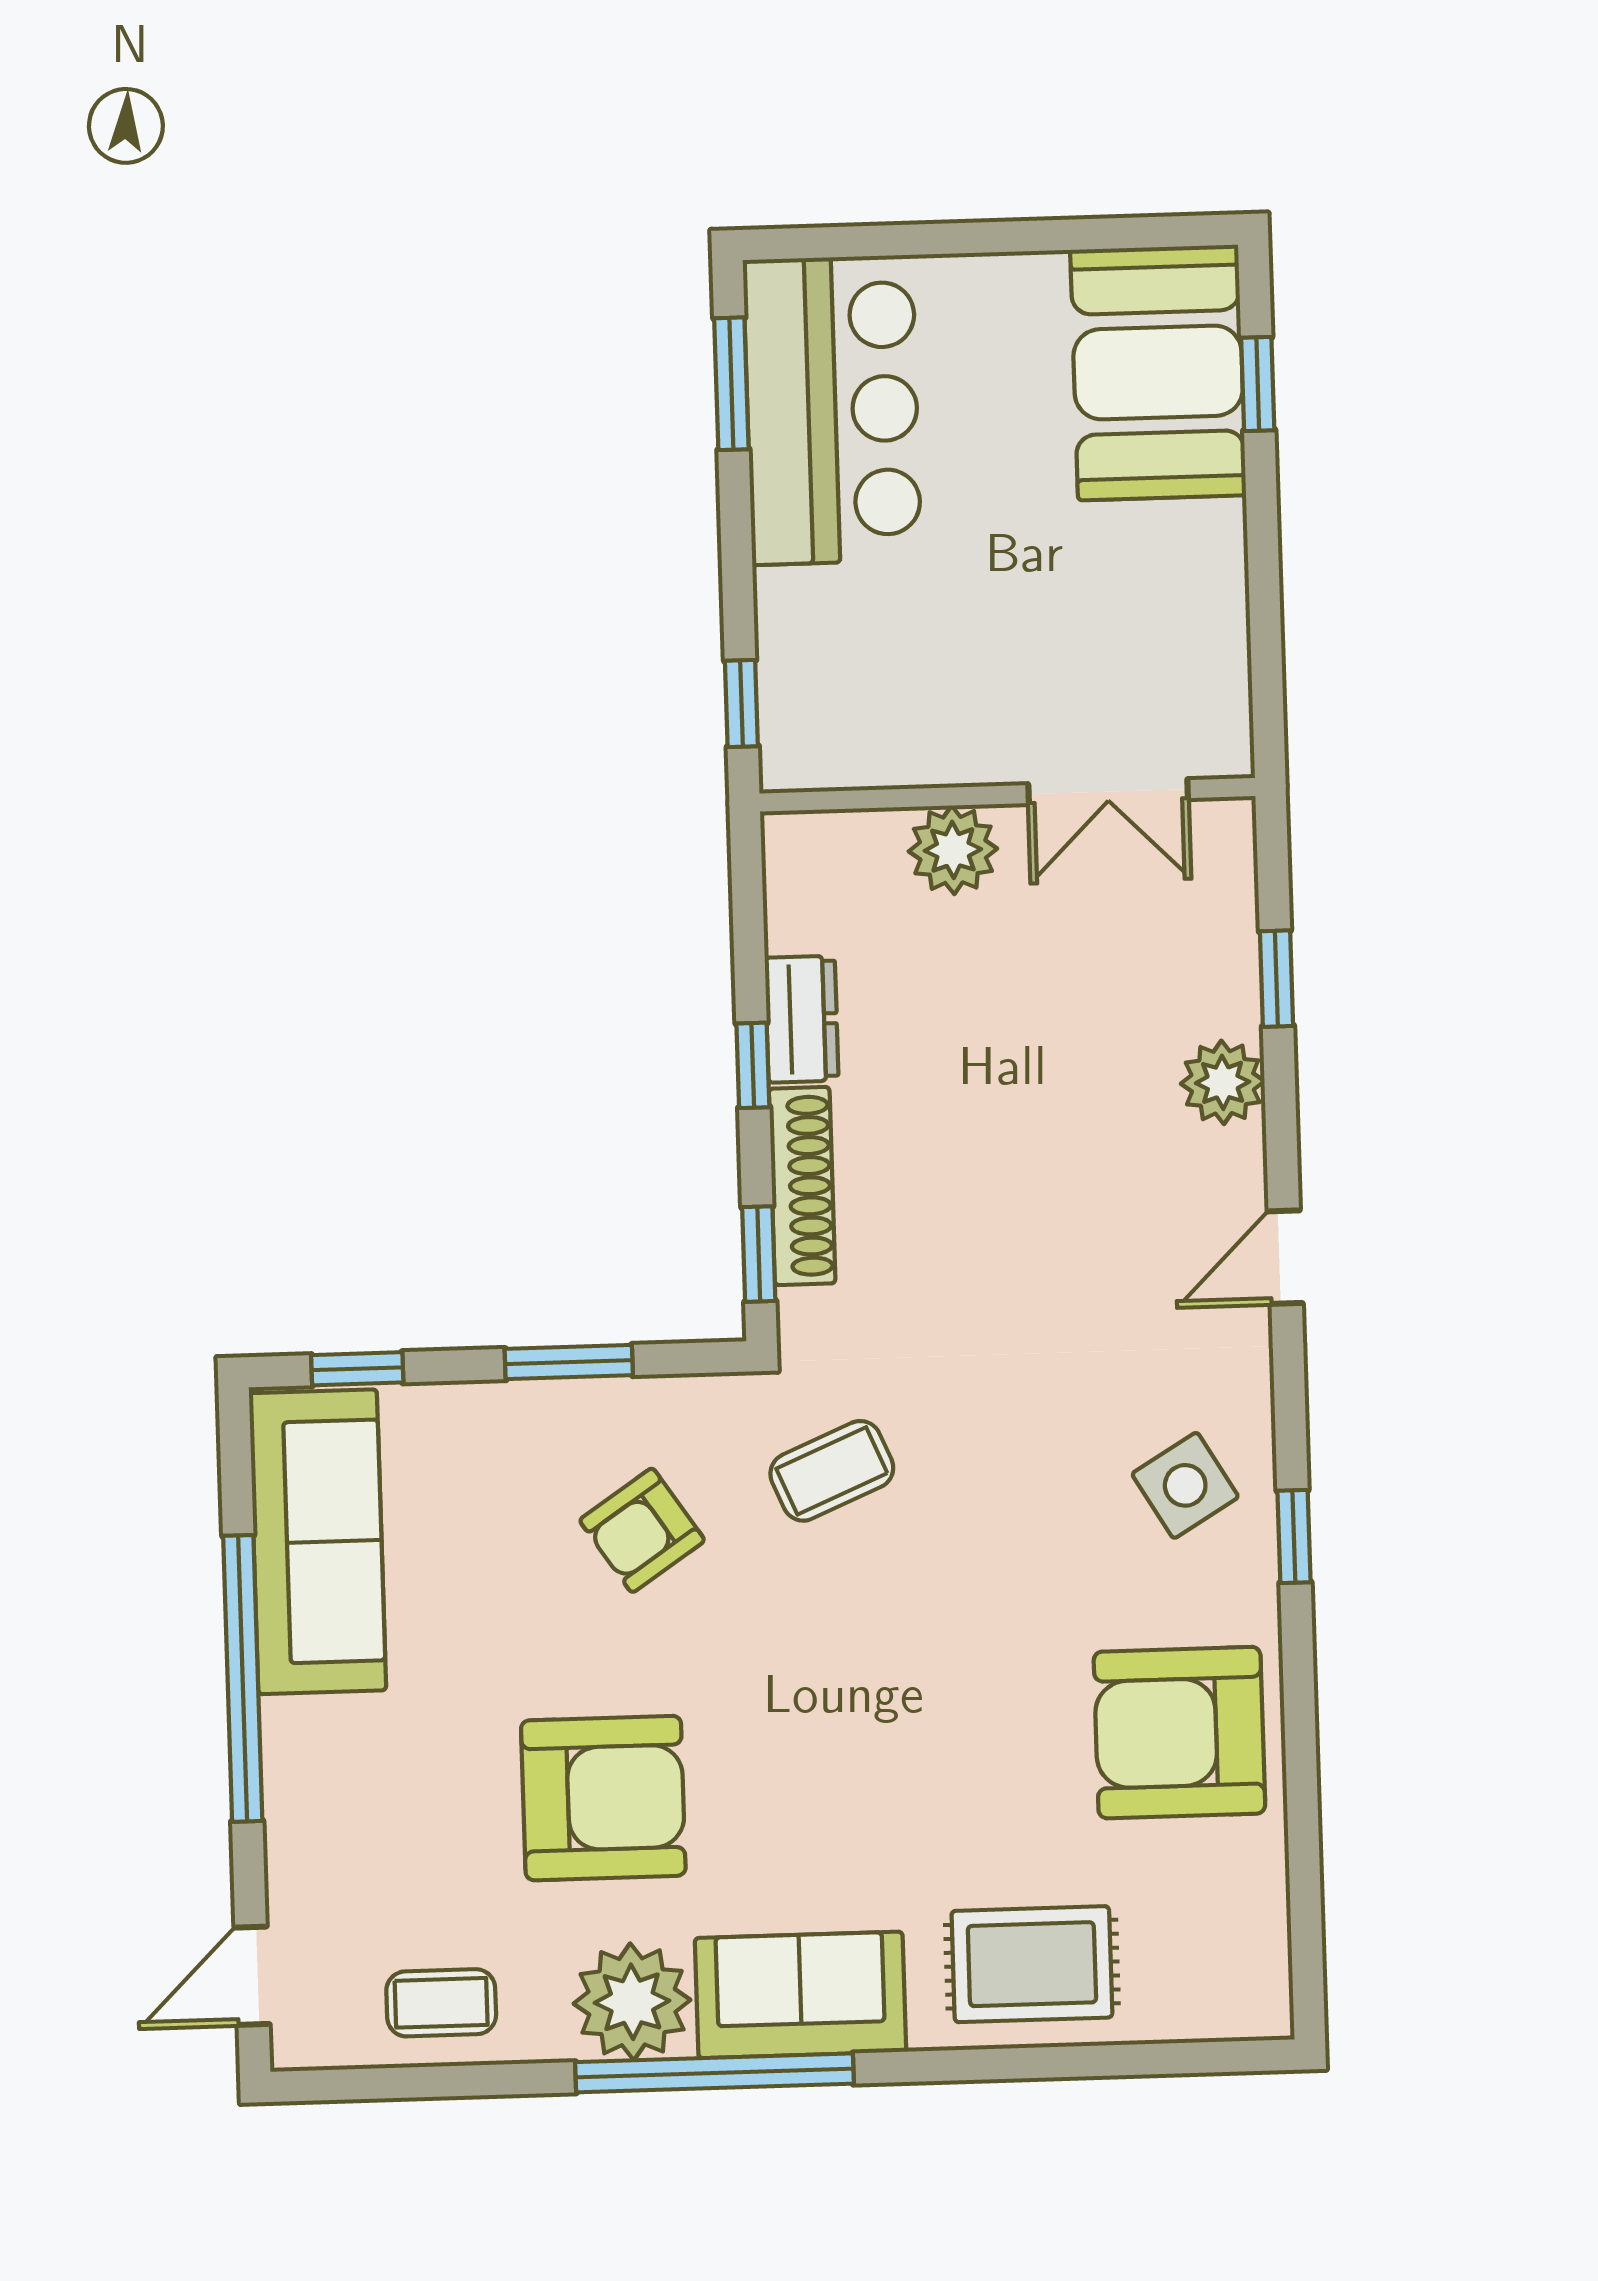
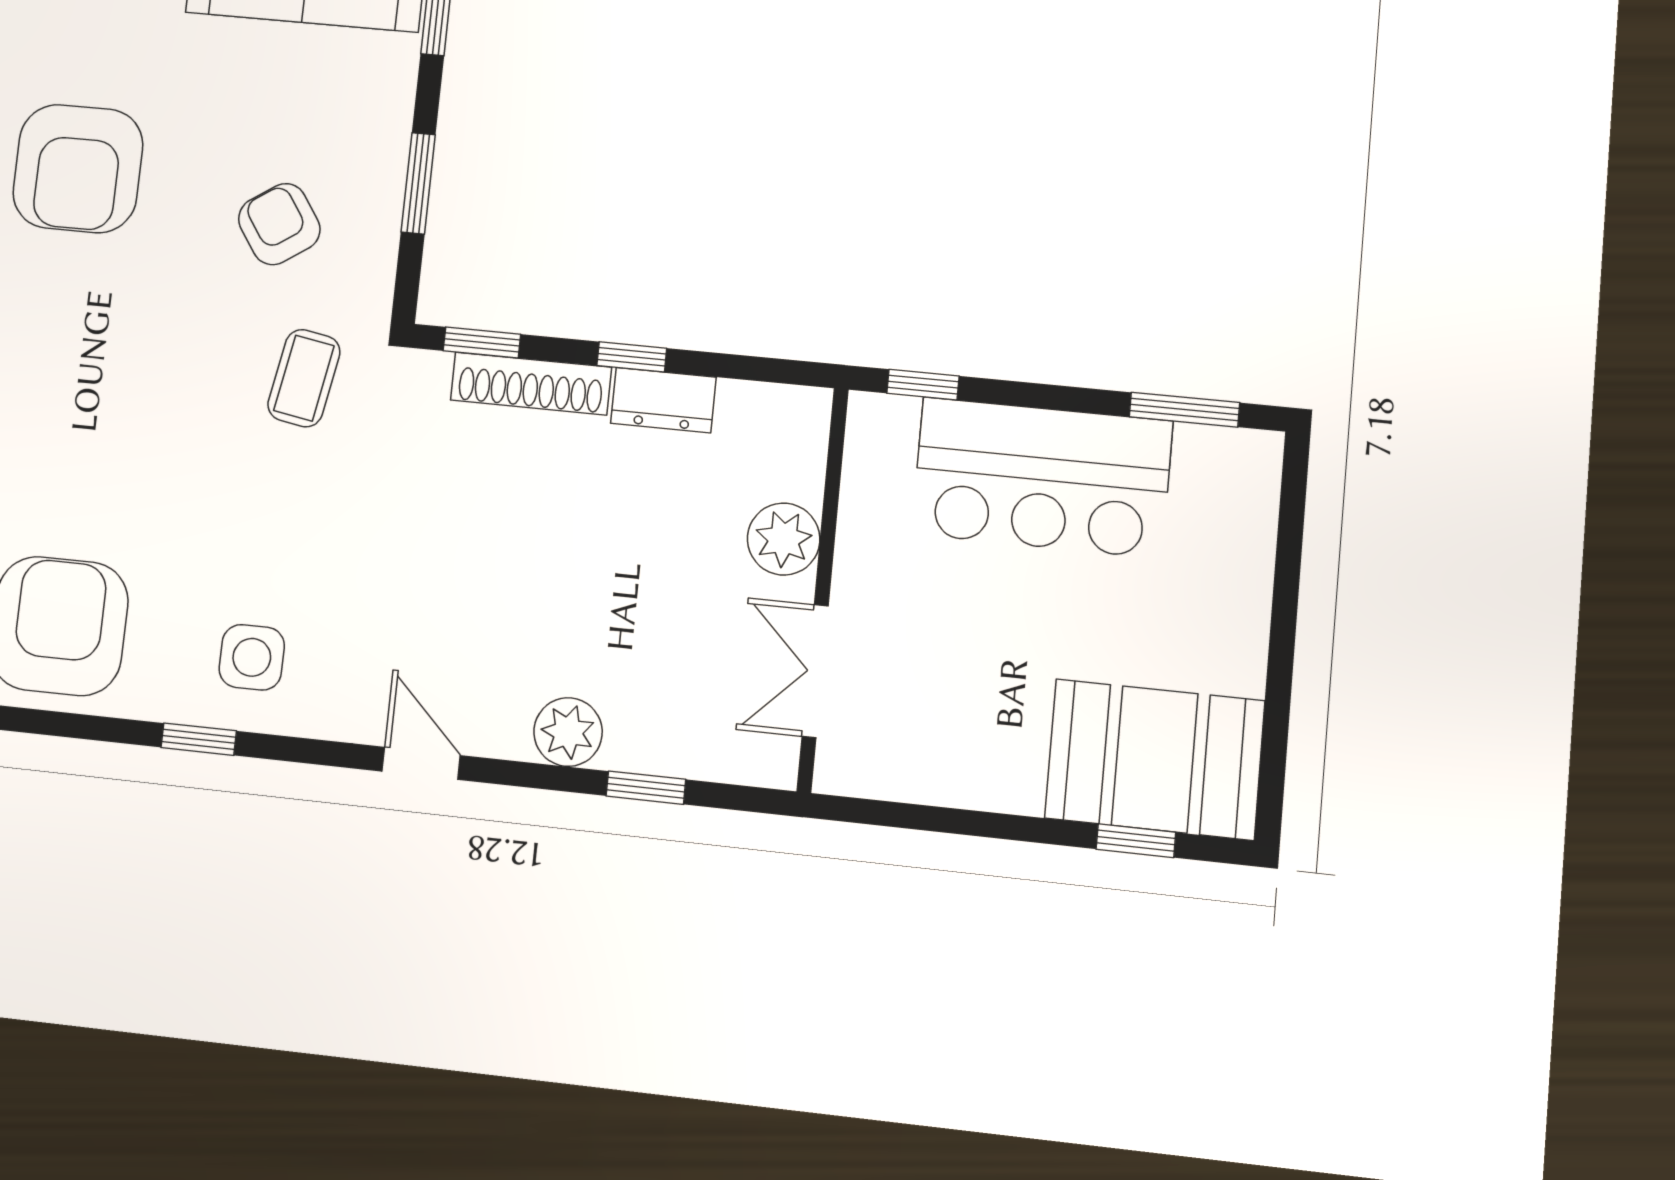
bar counter: (832, 410) -> (1042, 477), moved
coffee table: (832, 1471) -> (304, 378), turned 33
side table: (1185, 1485) -> (252, 657), turned 31

